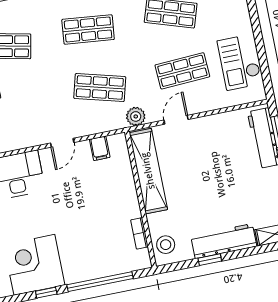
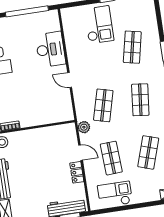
locker: (208, 124) -> (77, 172), added
filing cabinet: (100, 148) -> (65, 103), removed
shelving: (148, 171) -> (49, 133), removed

